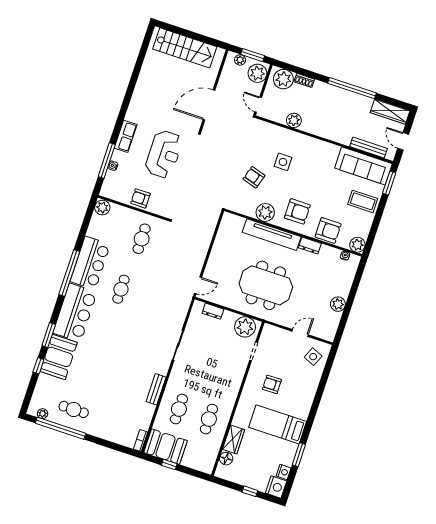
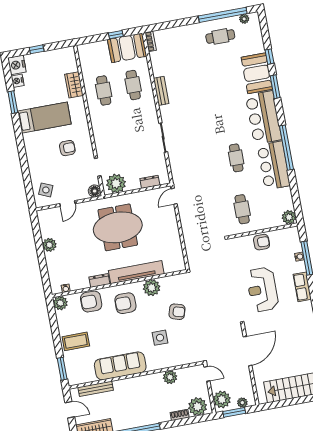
sofa: (363, 166) -> (120, 366), moved
floor lamp: (226, 459) -> (95, 191), moved

